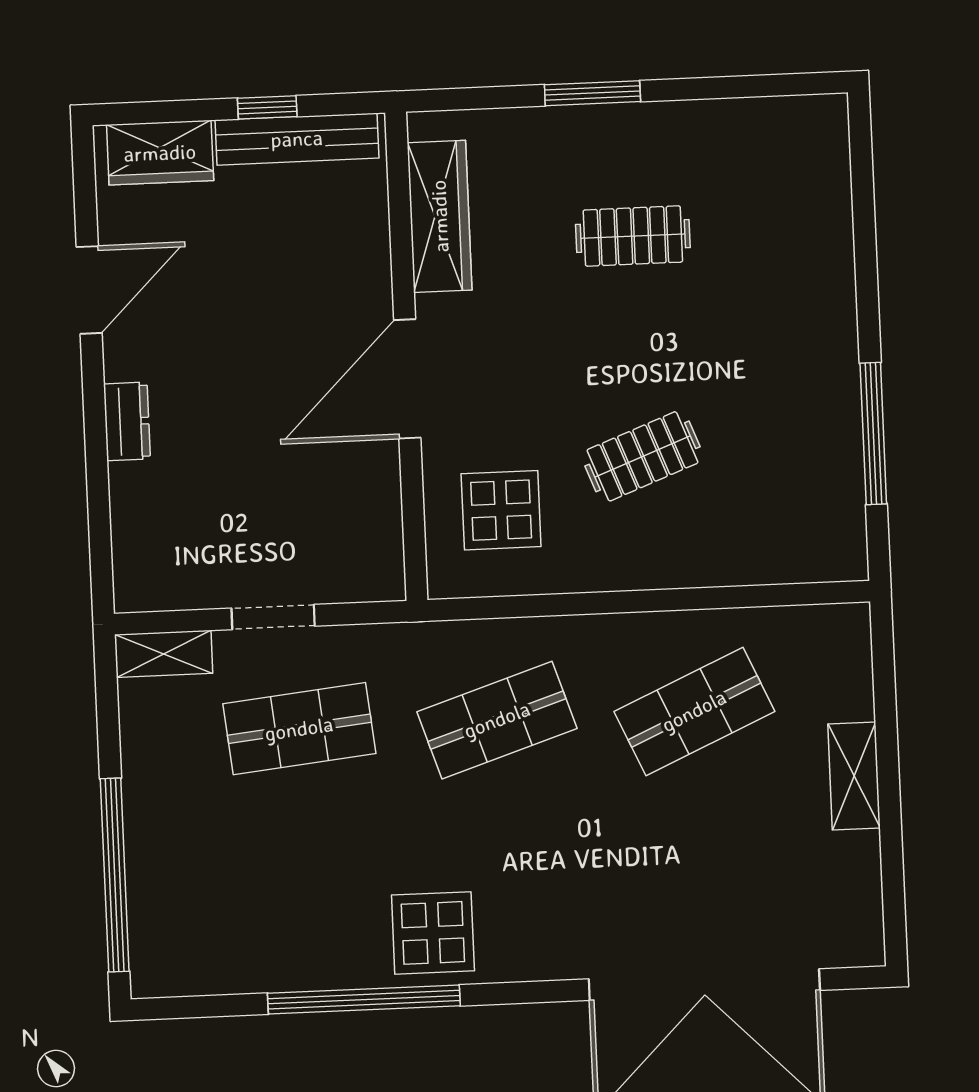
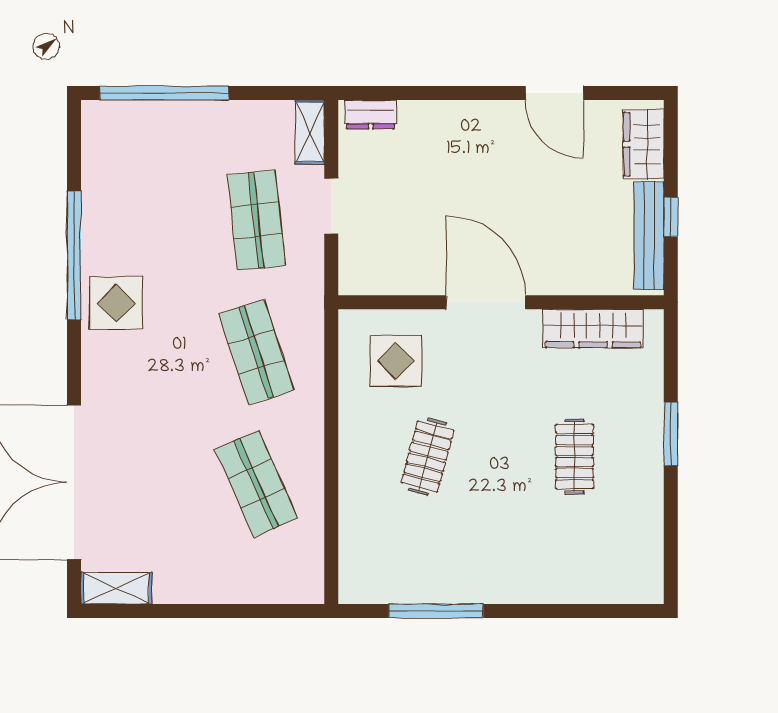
dresser: (127, 421) -> (371, 114), moved
clothes rail: (643, 456) -> (428, 457), turned 36
shelving: (854, 776) -> (116, 588), moved

